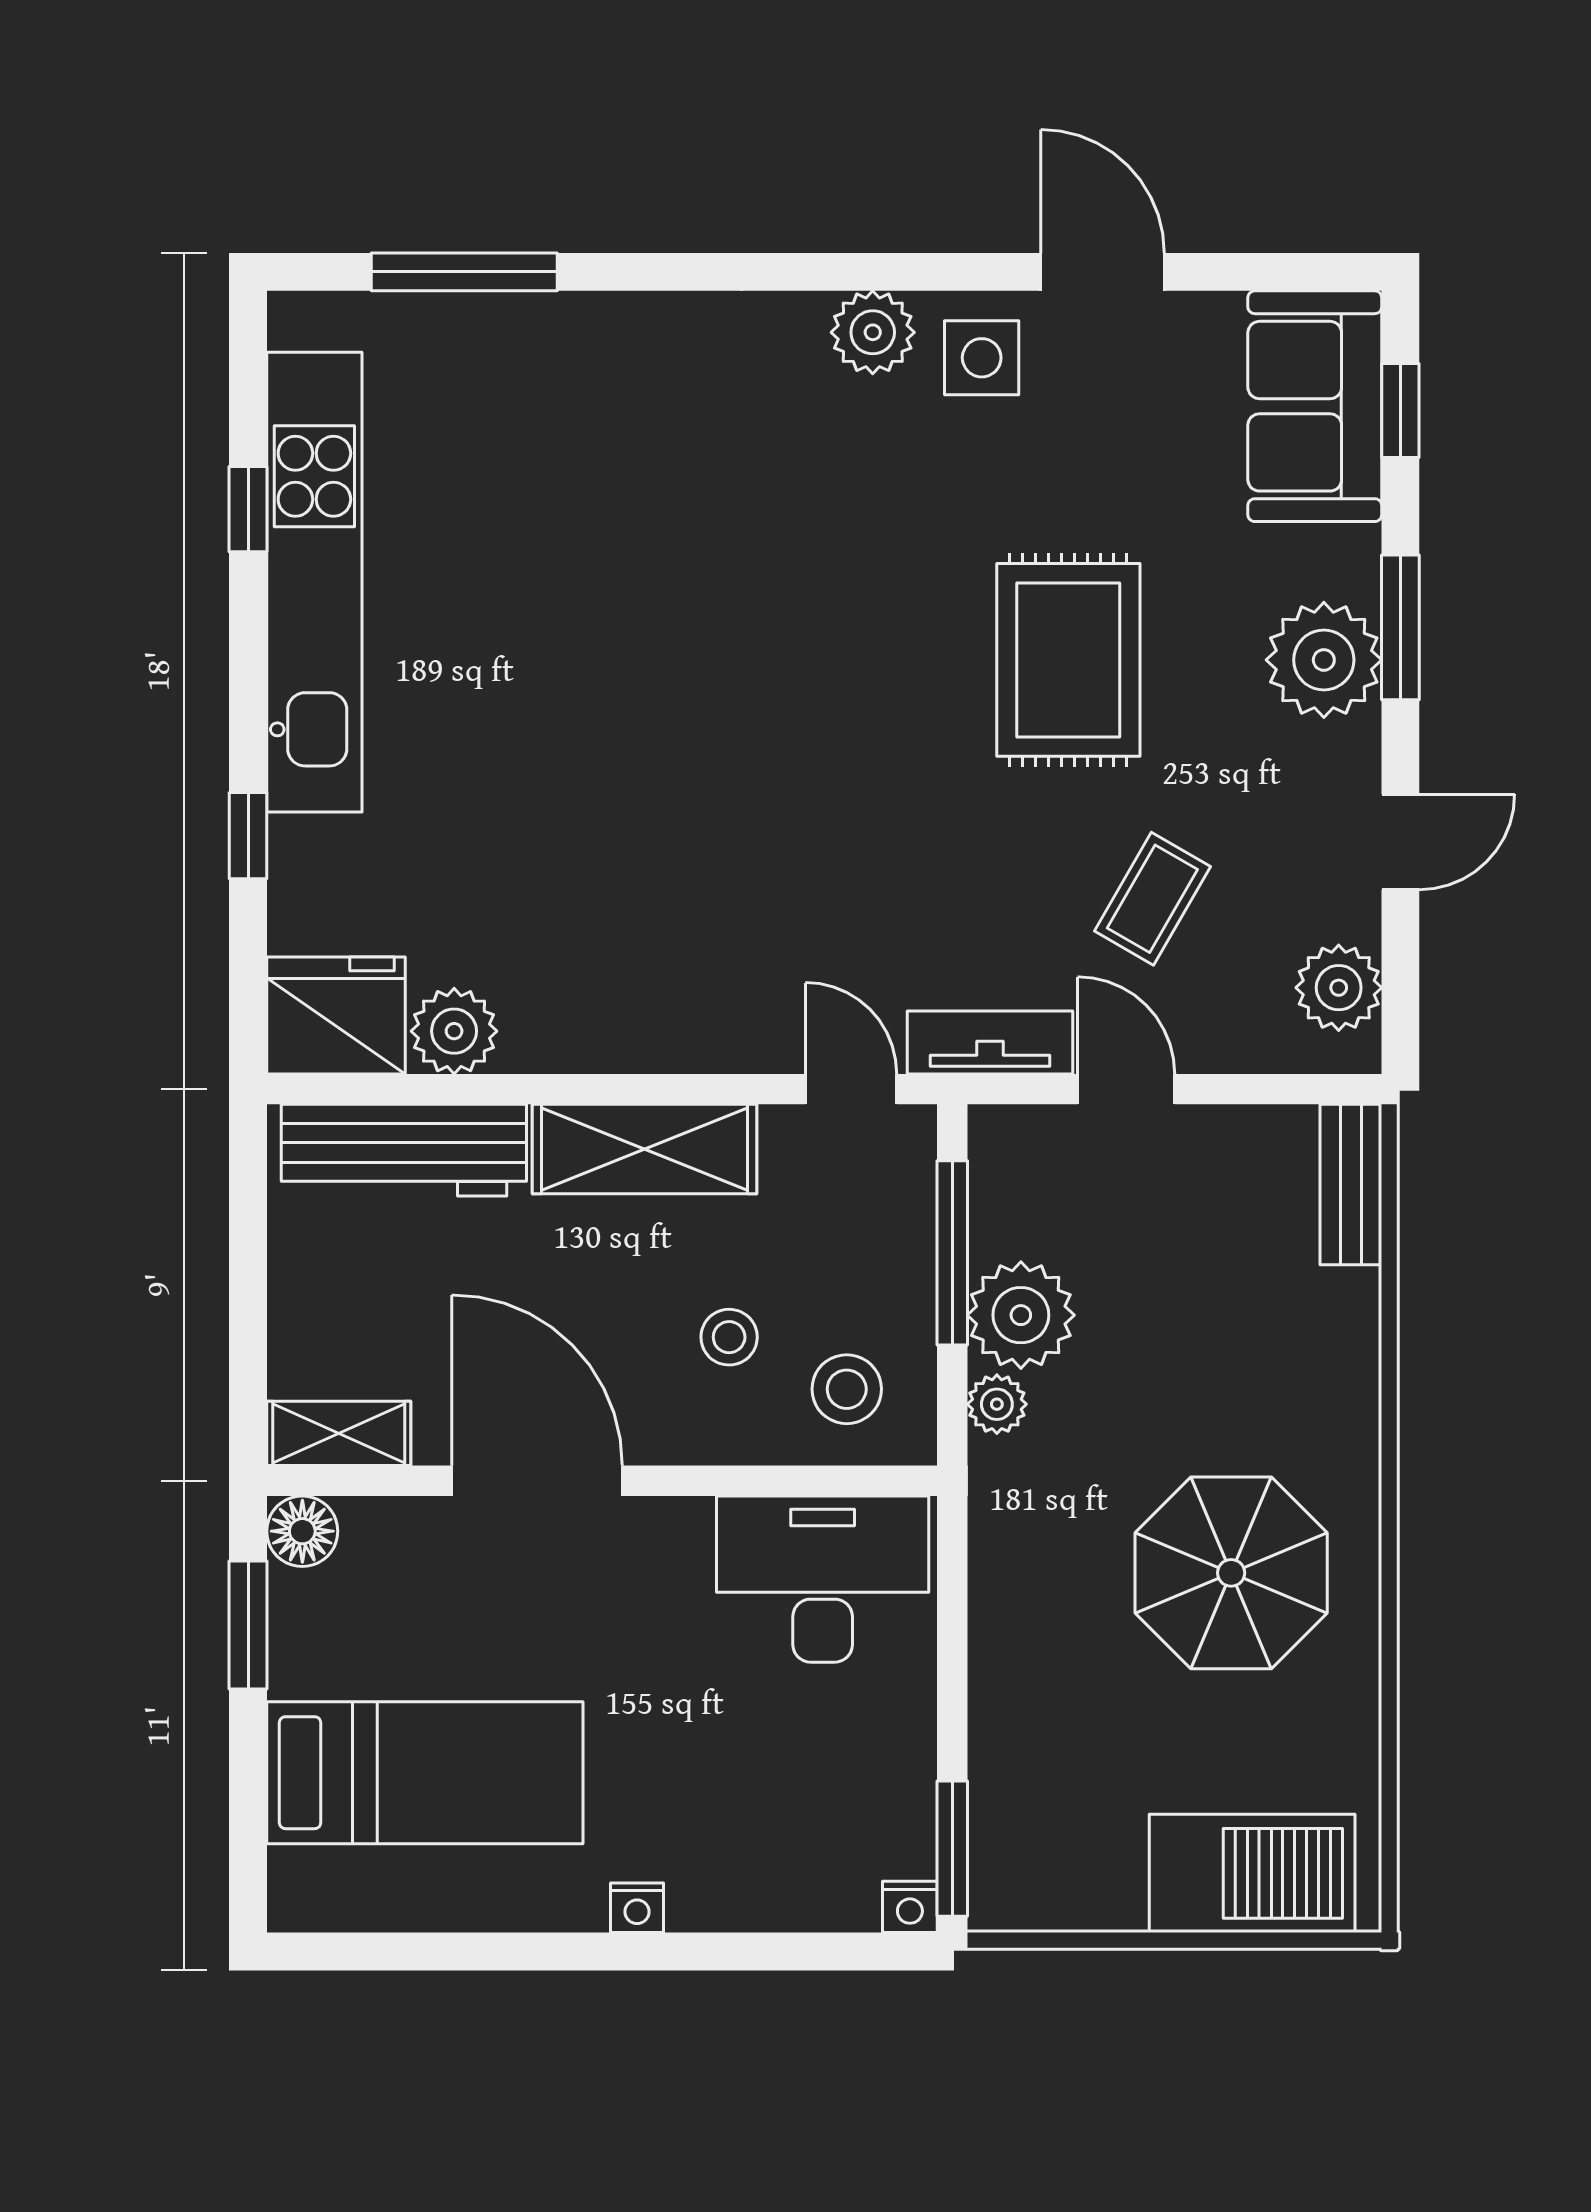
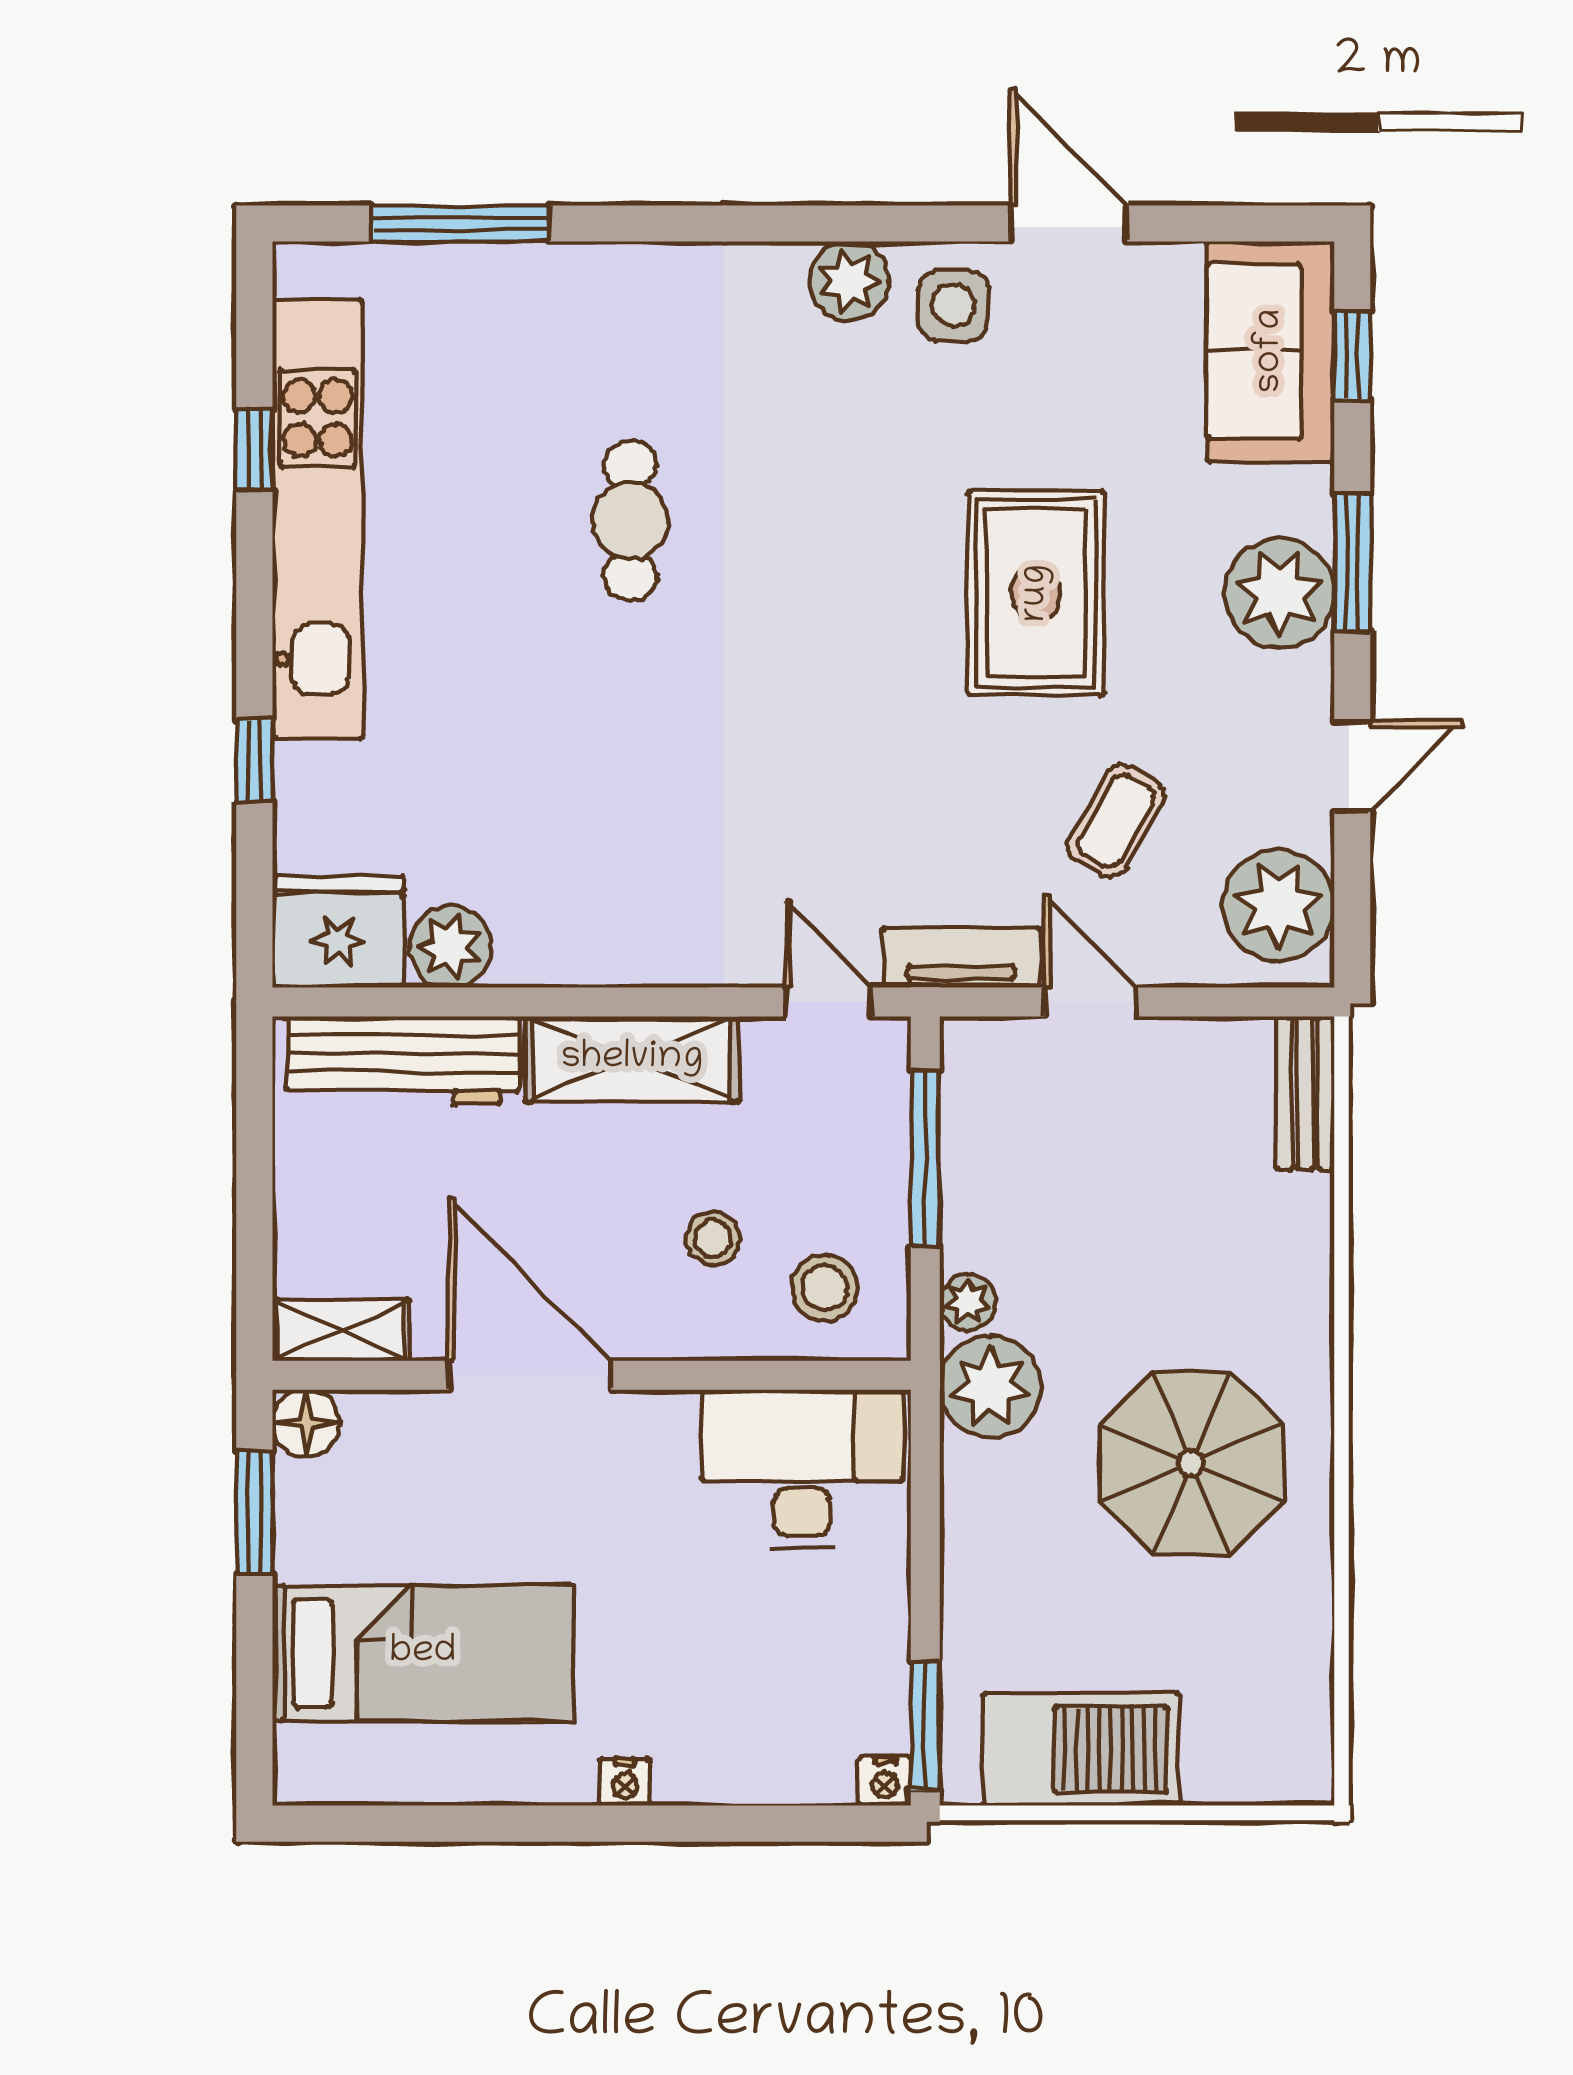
cafe table: (643, 584) -> (630, 521), added
plant: (1339, 988) -> (1279, 905), width x1.36, depth x1.36
plant: (1021, 1315) -> (991, 1387), moved
barbecue: (1252, 1873) -> (1081, 1749), moved

